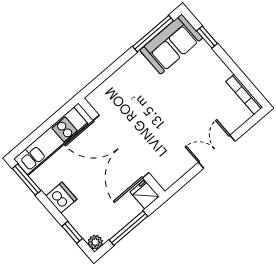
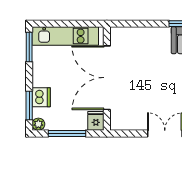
dishwasher: (61, 198) -> (41, 97), moved
window: (72, 232) -> (29, 105), width x1.50

